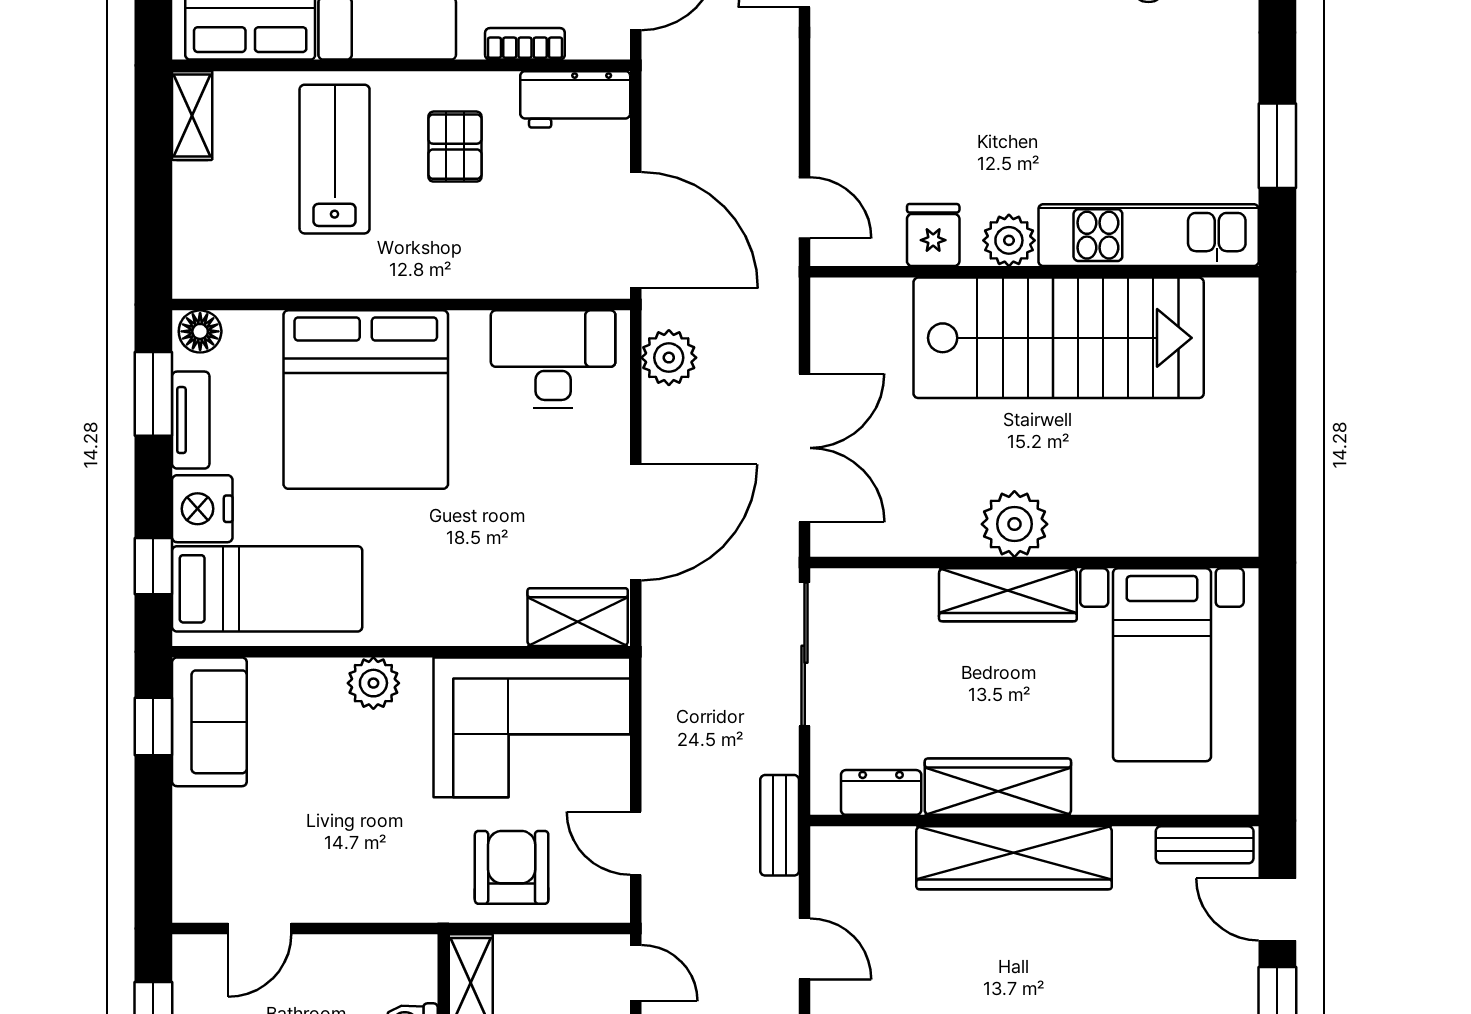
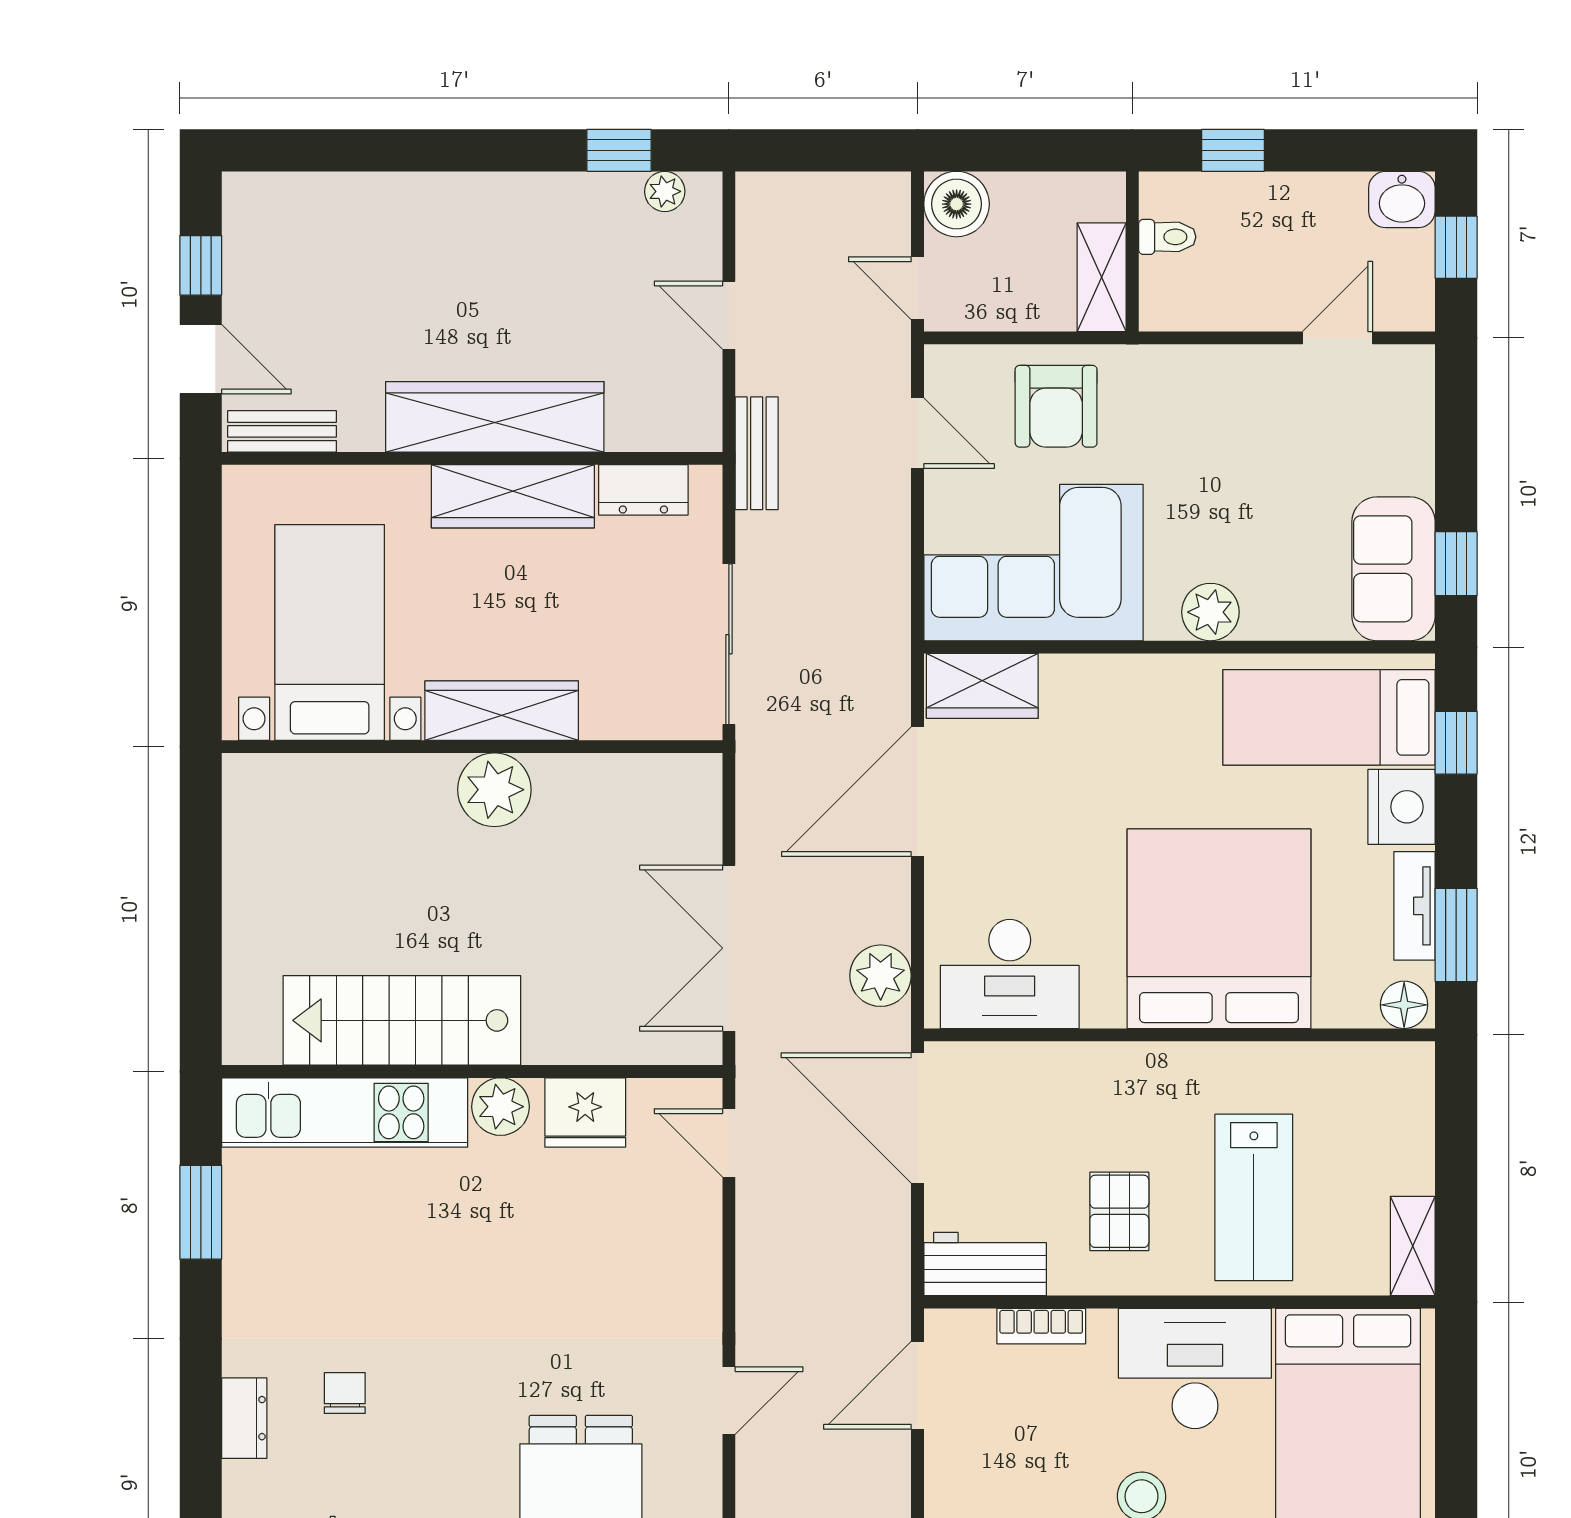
fridge: (933, 235) -> (585, 1113), width x1.38
stairs: (1059, 338) -> (402, 1020), width x0.73, depth x0.66
double door: (805, 448) -> (729, 948), moved

